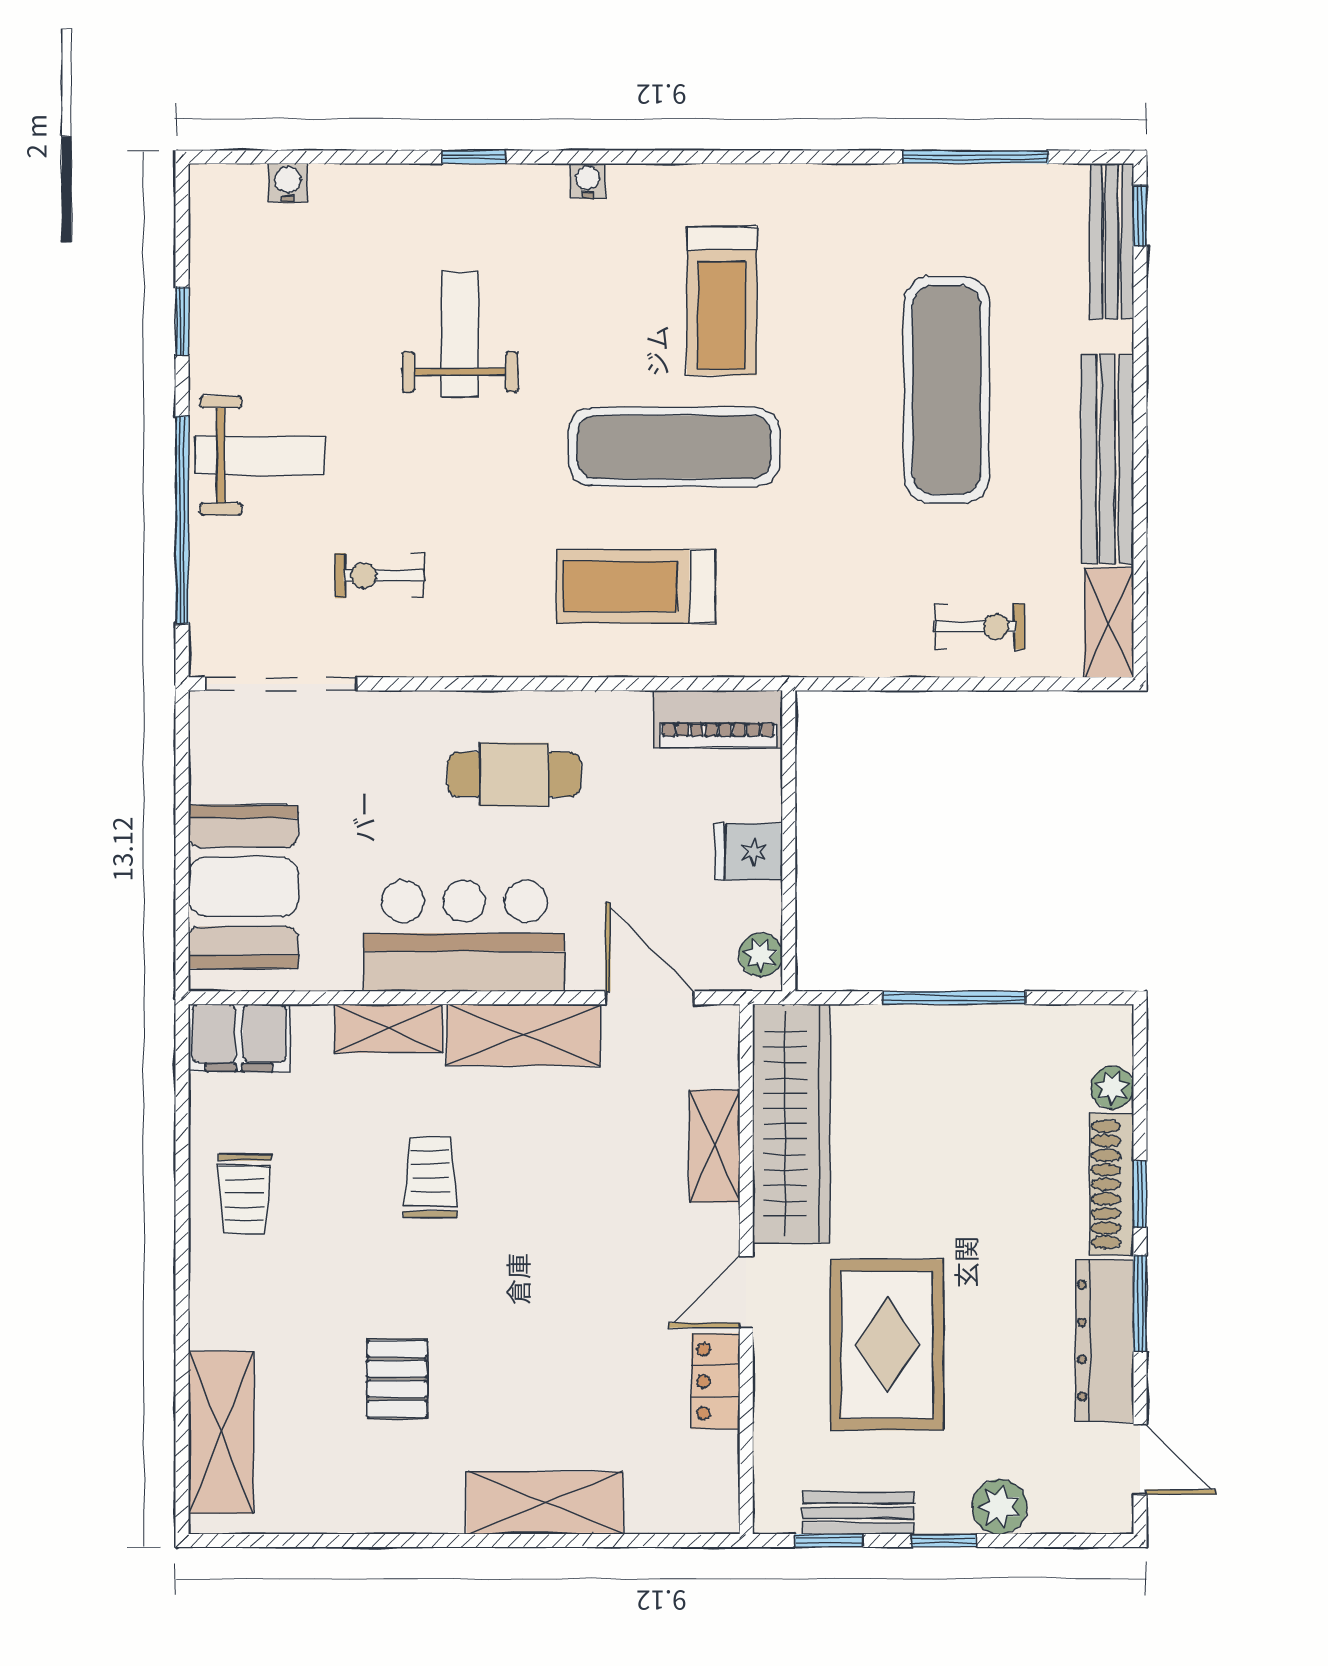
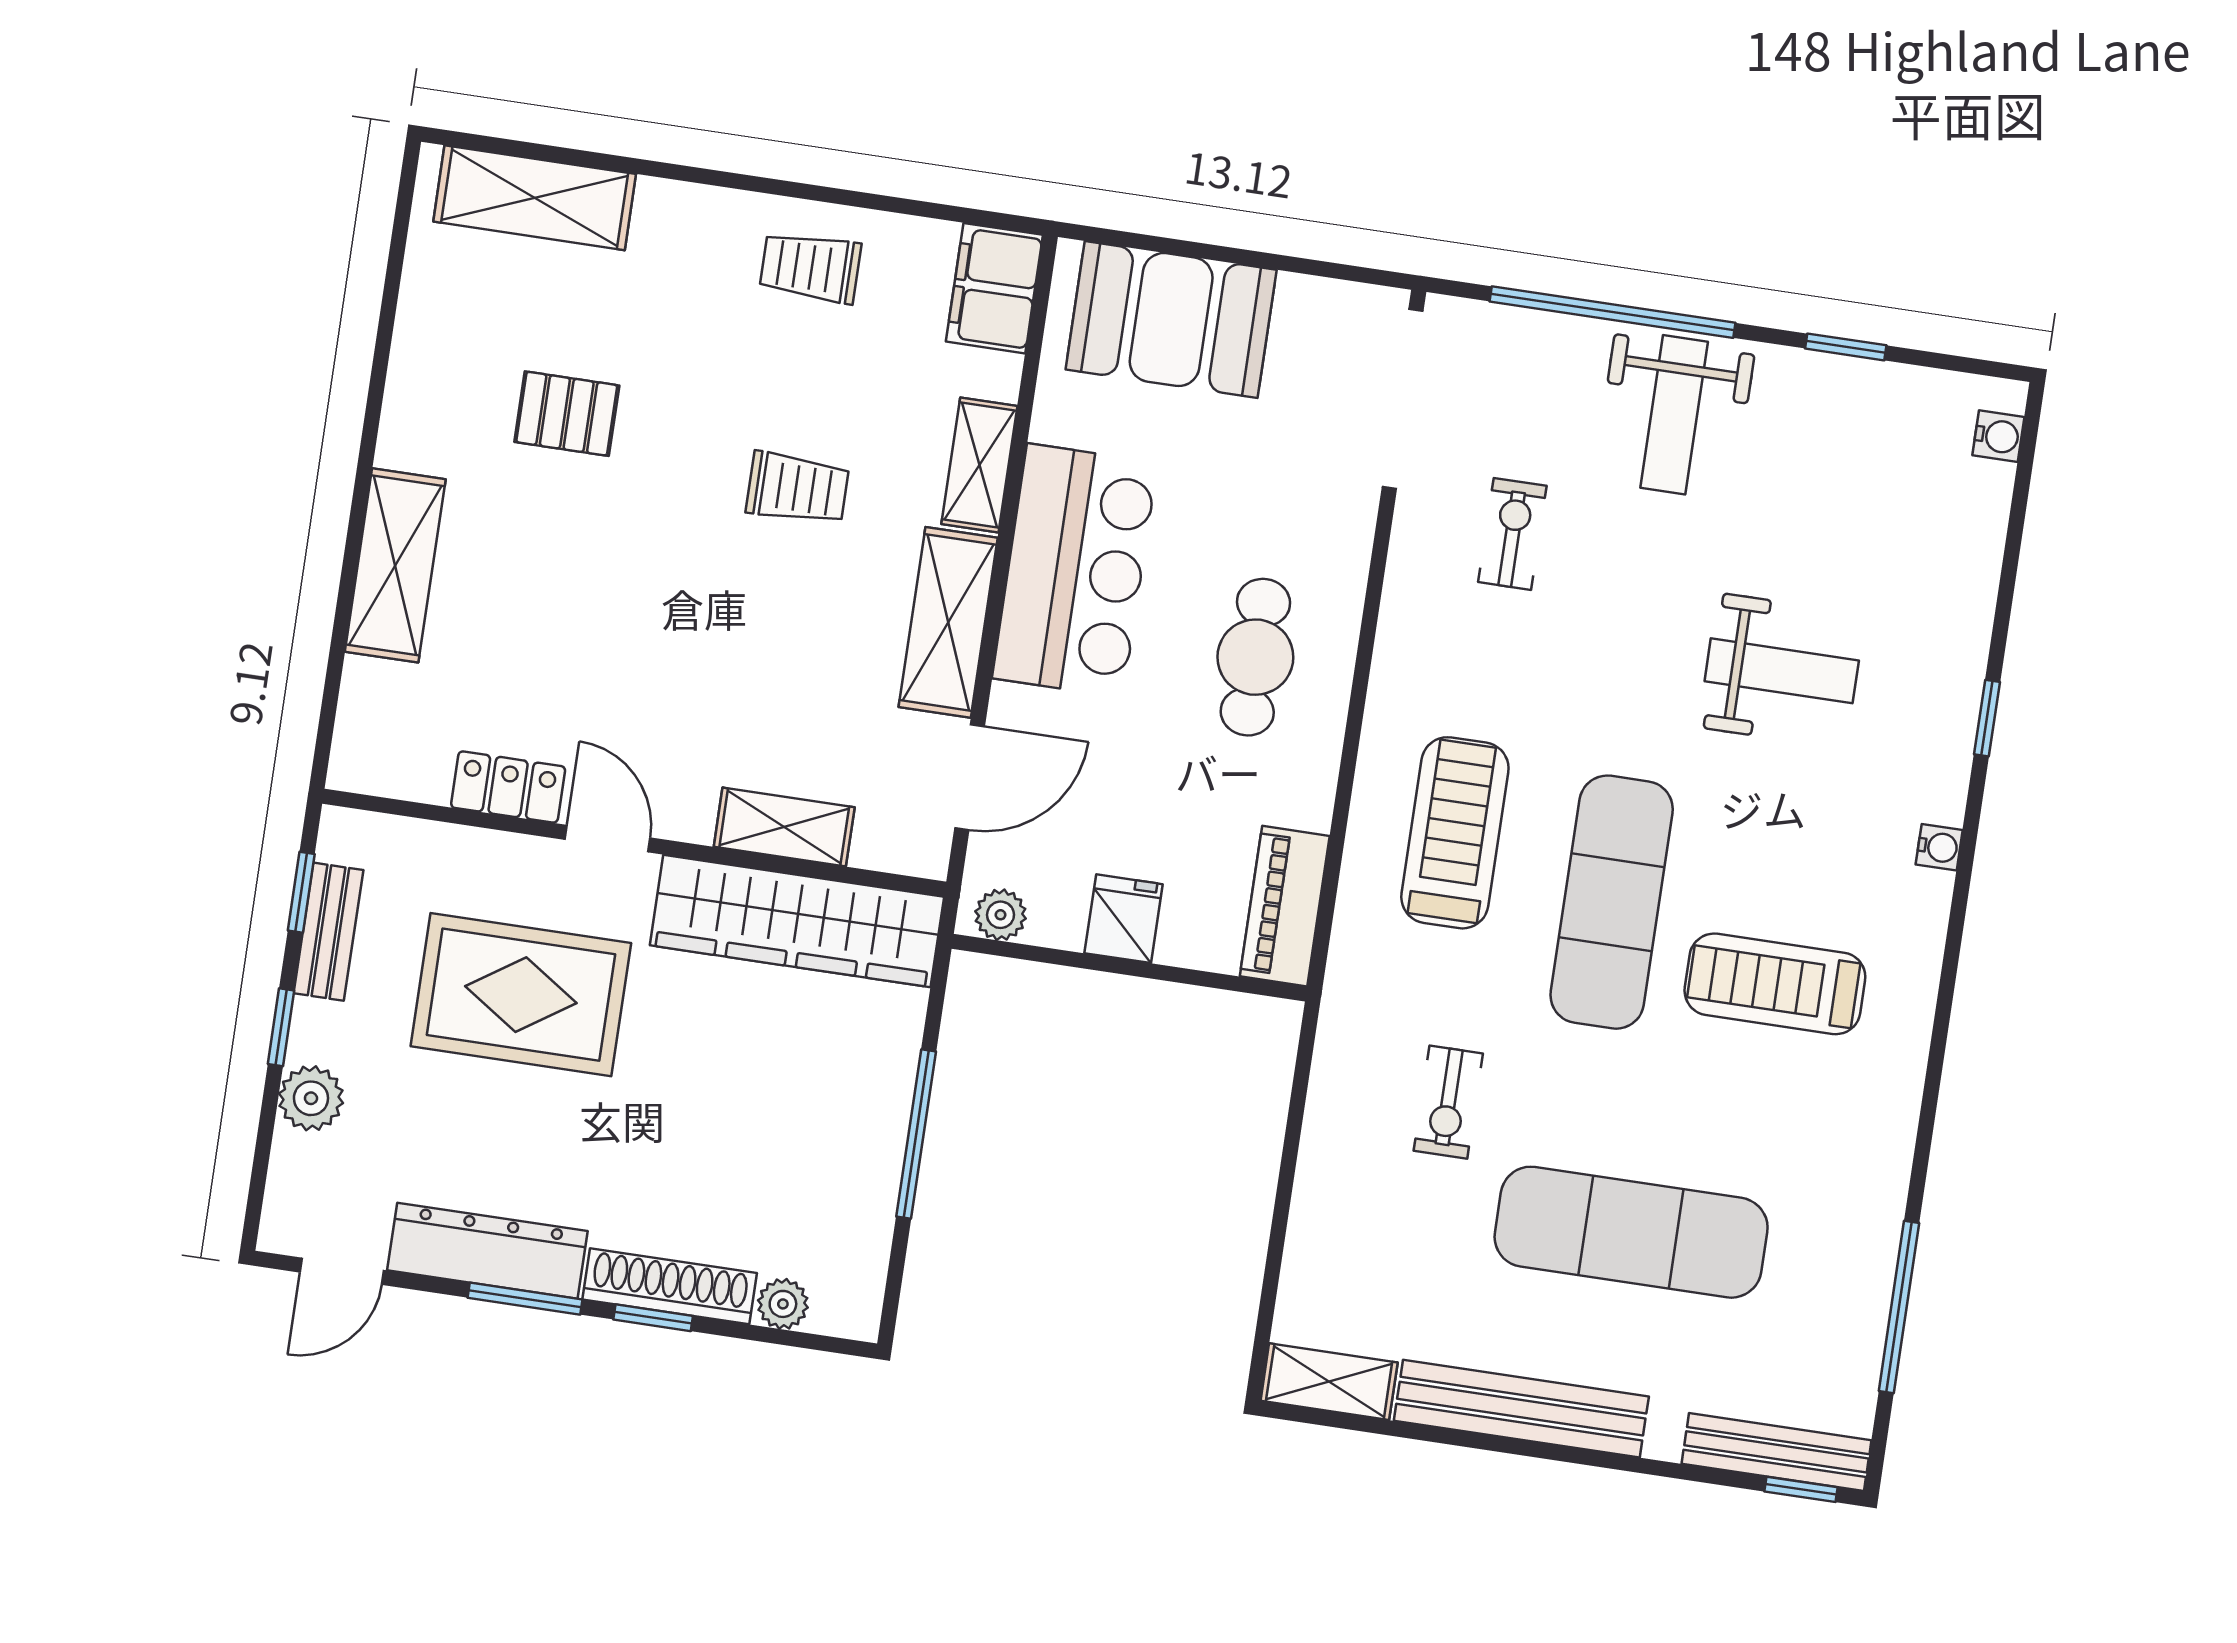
water cooler: (288, 183) -> (1998, 436), moved
exercise bike: (980, 627) -> (1448, 1102), moved

